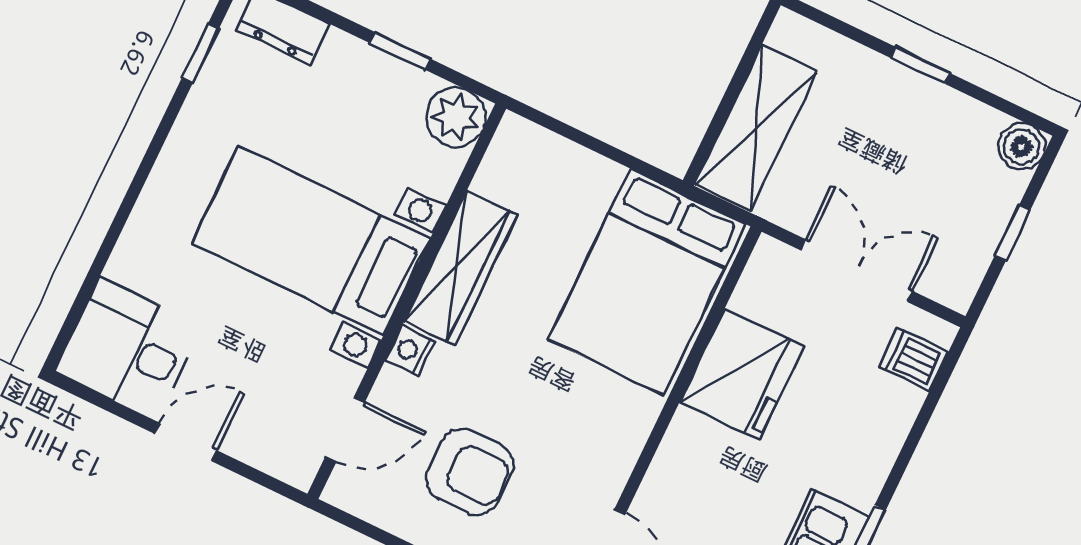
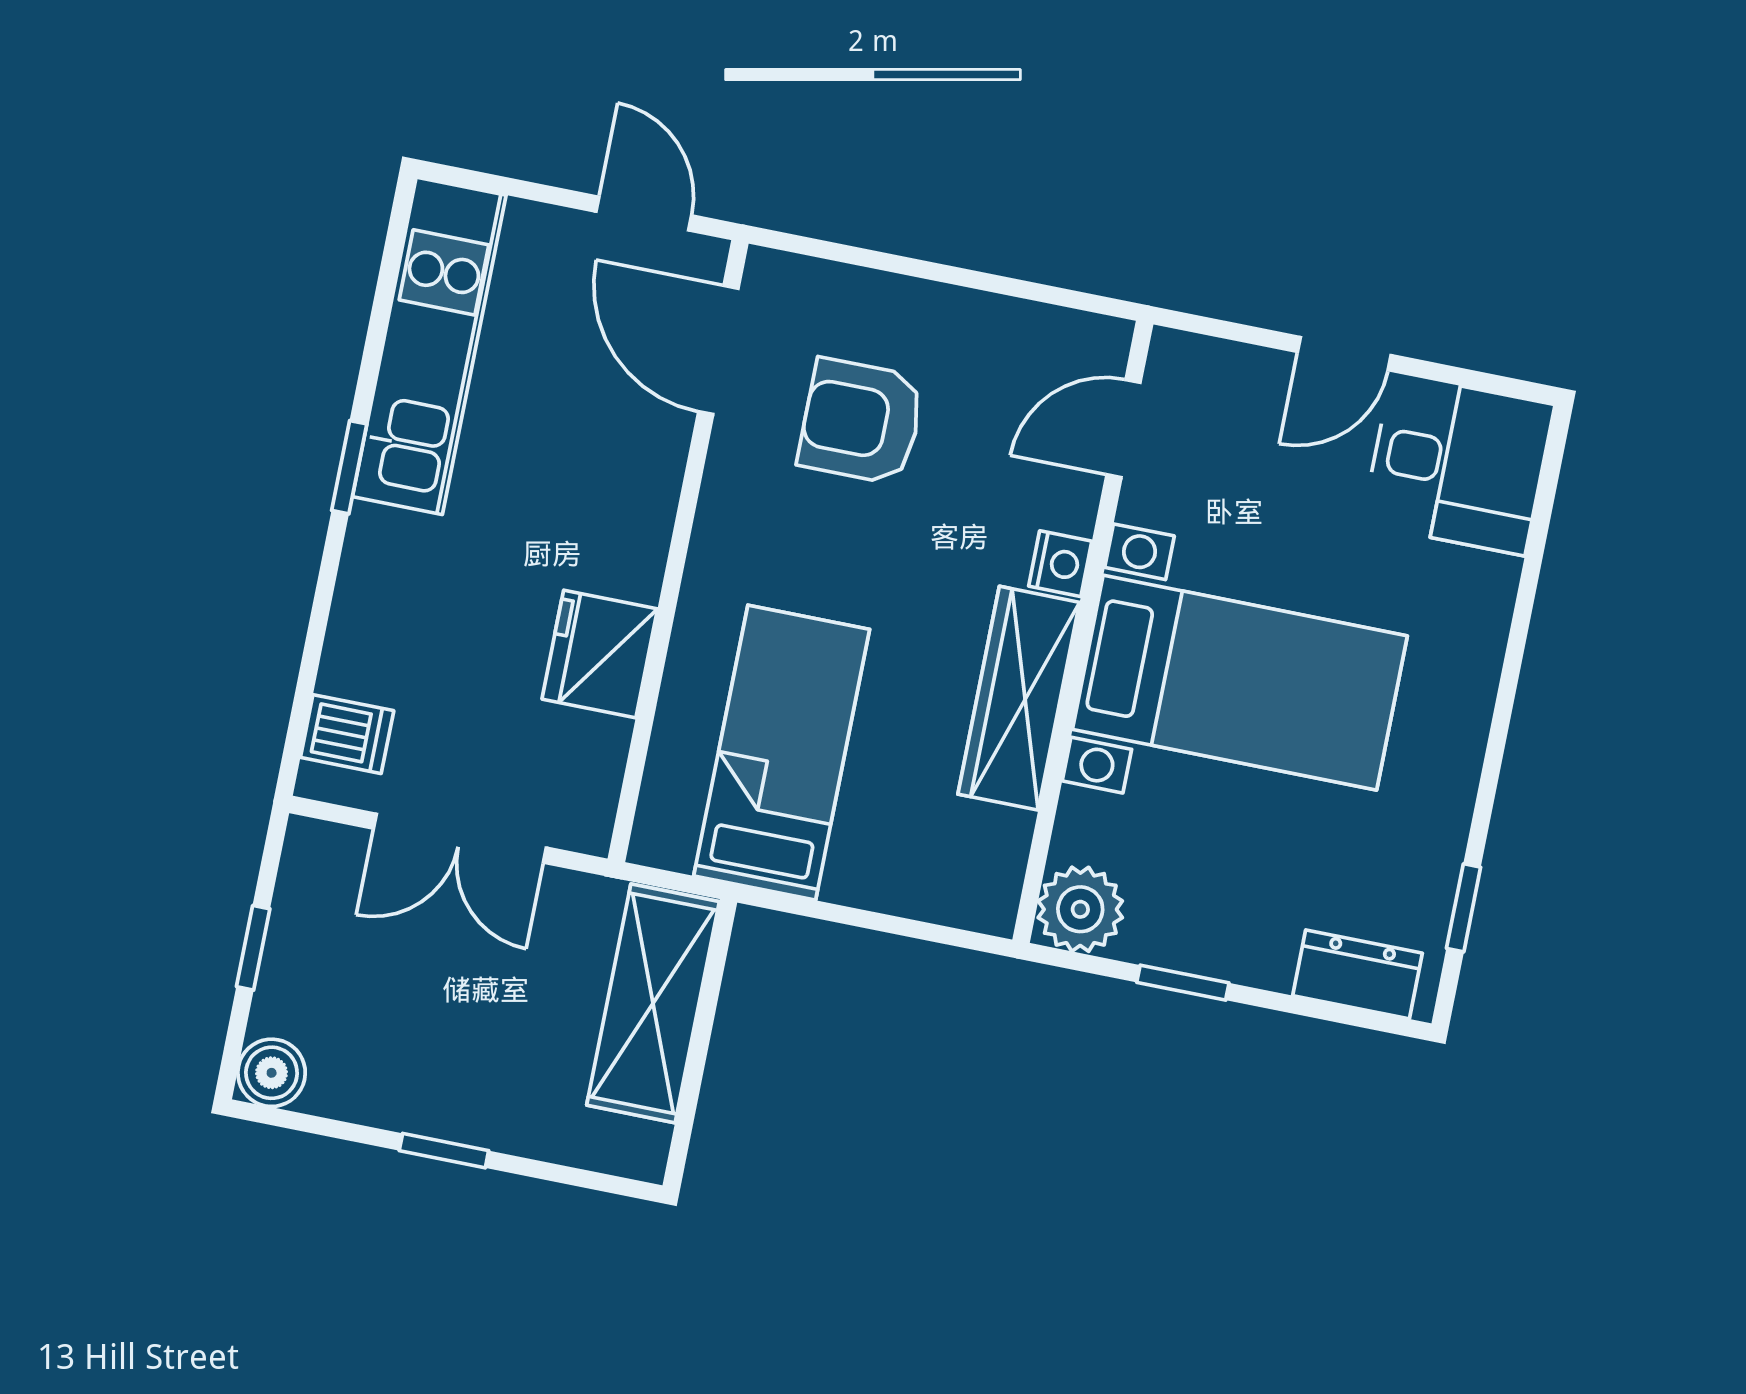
bed: (647, 282) -> (782, 753), width x0.67
fridge: (742, 374) -> (600, 654), width x0.73, depth x0.75
armchair: (470, 472) -> (861, 421), moved

